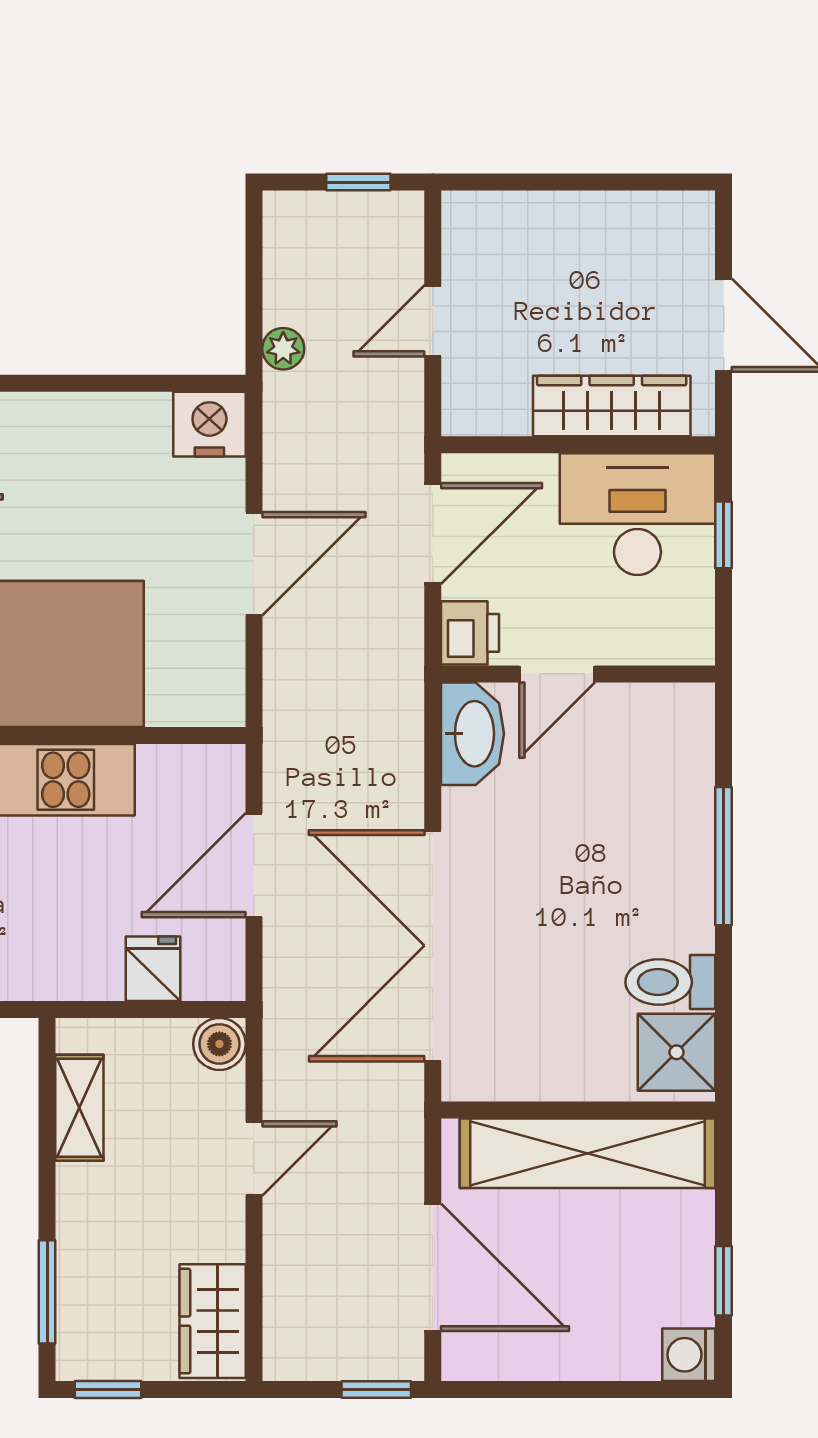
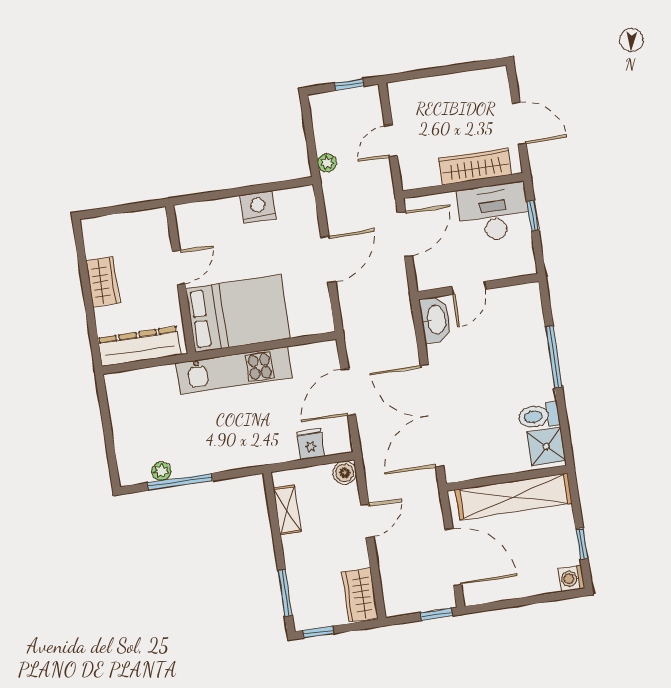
nightstand: (209, 424) -> (258, 207), moved
printer: (470, 633) -> (428, 275), removed

